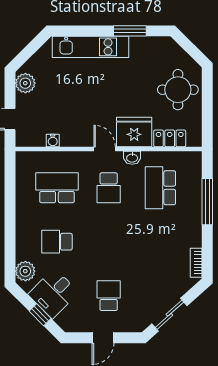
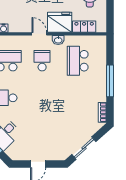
school desk: (109, 188) -> (42, 61), turned 180
window: (207, 202) -> (110, 81), moved
school desk: (109, 296) -> (42, 135), removed

